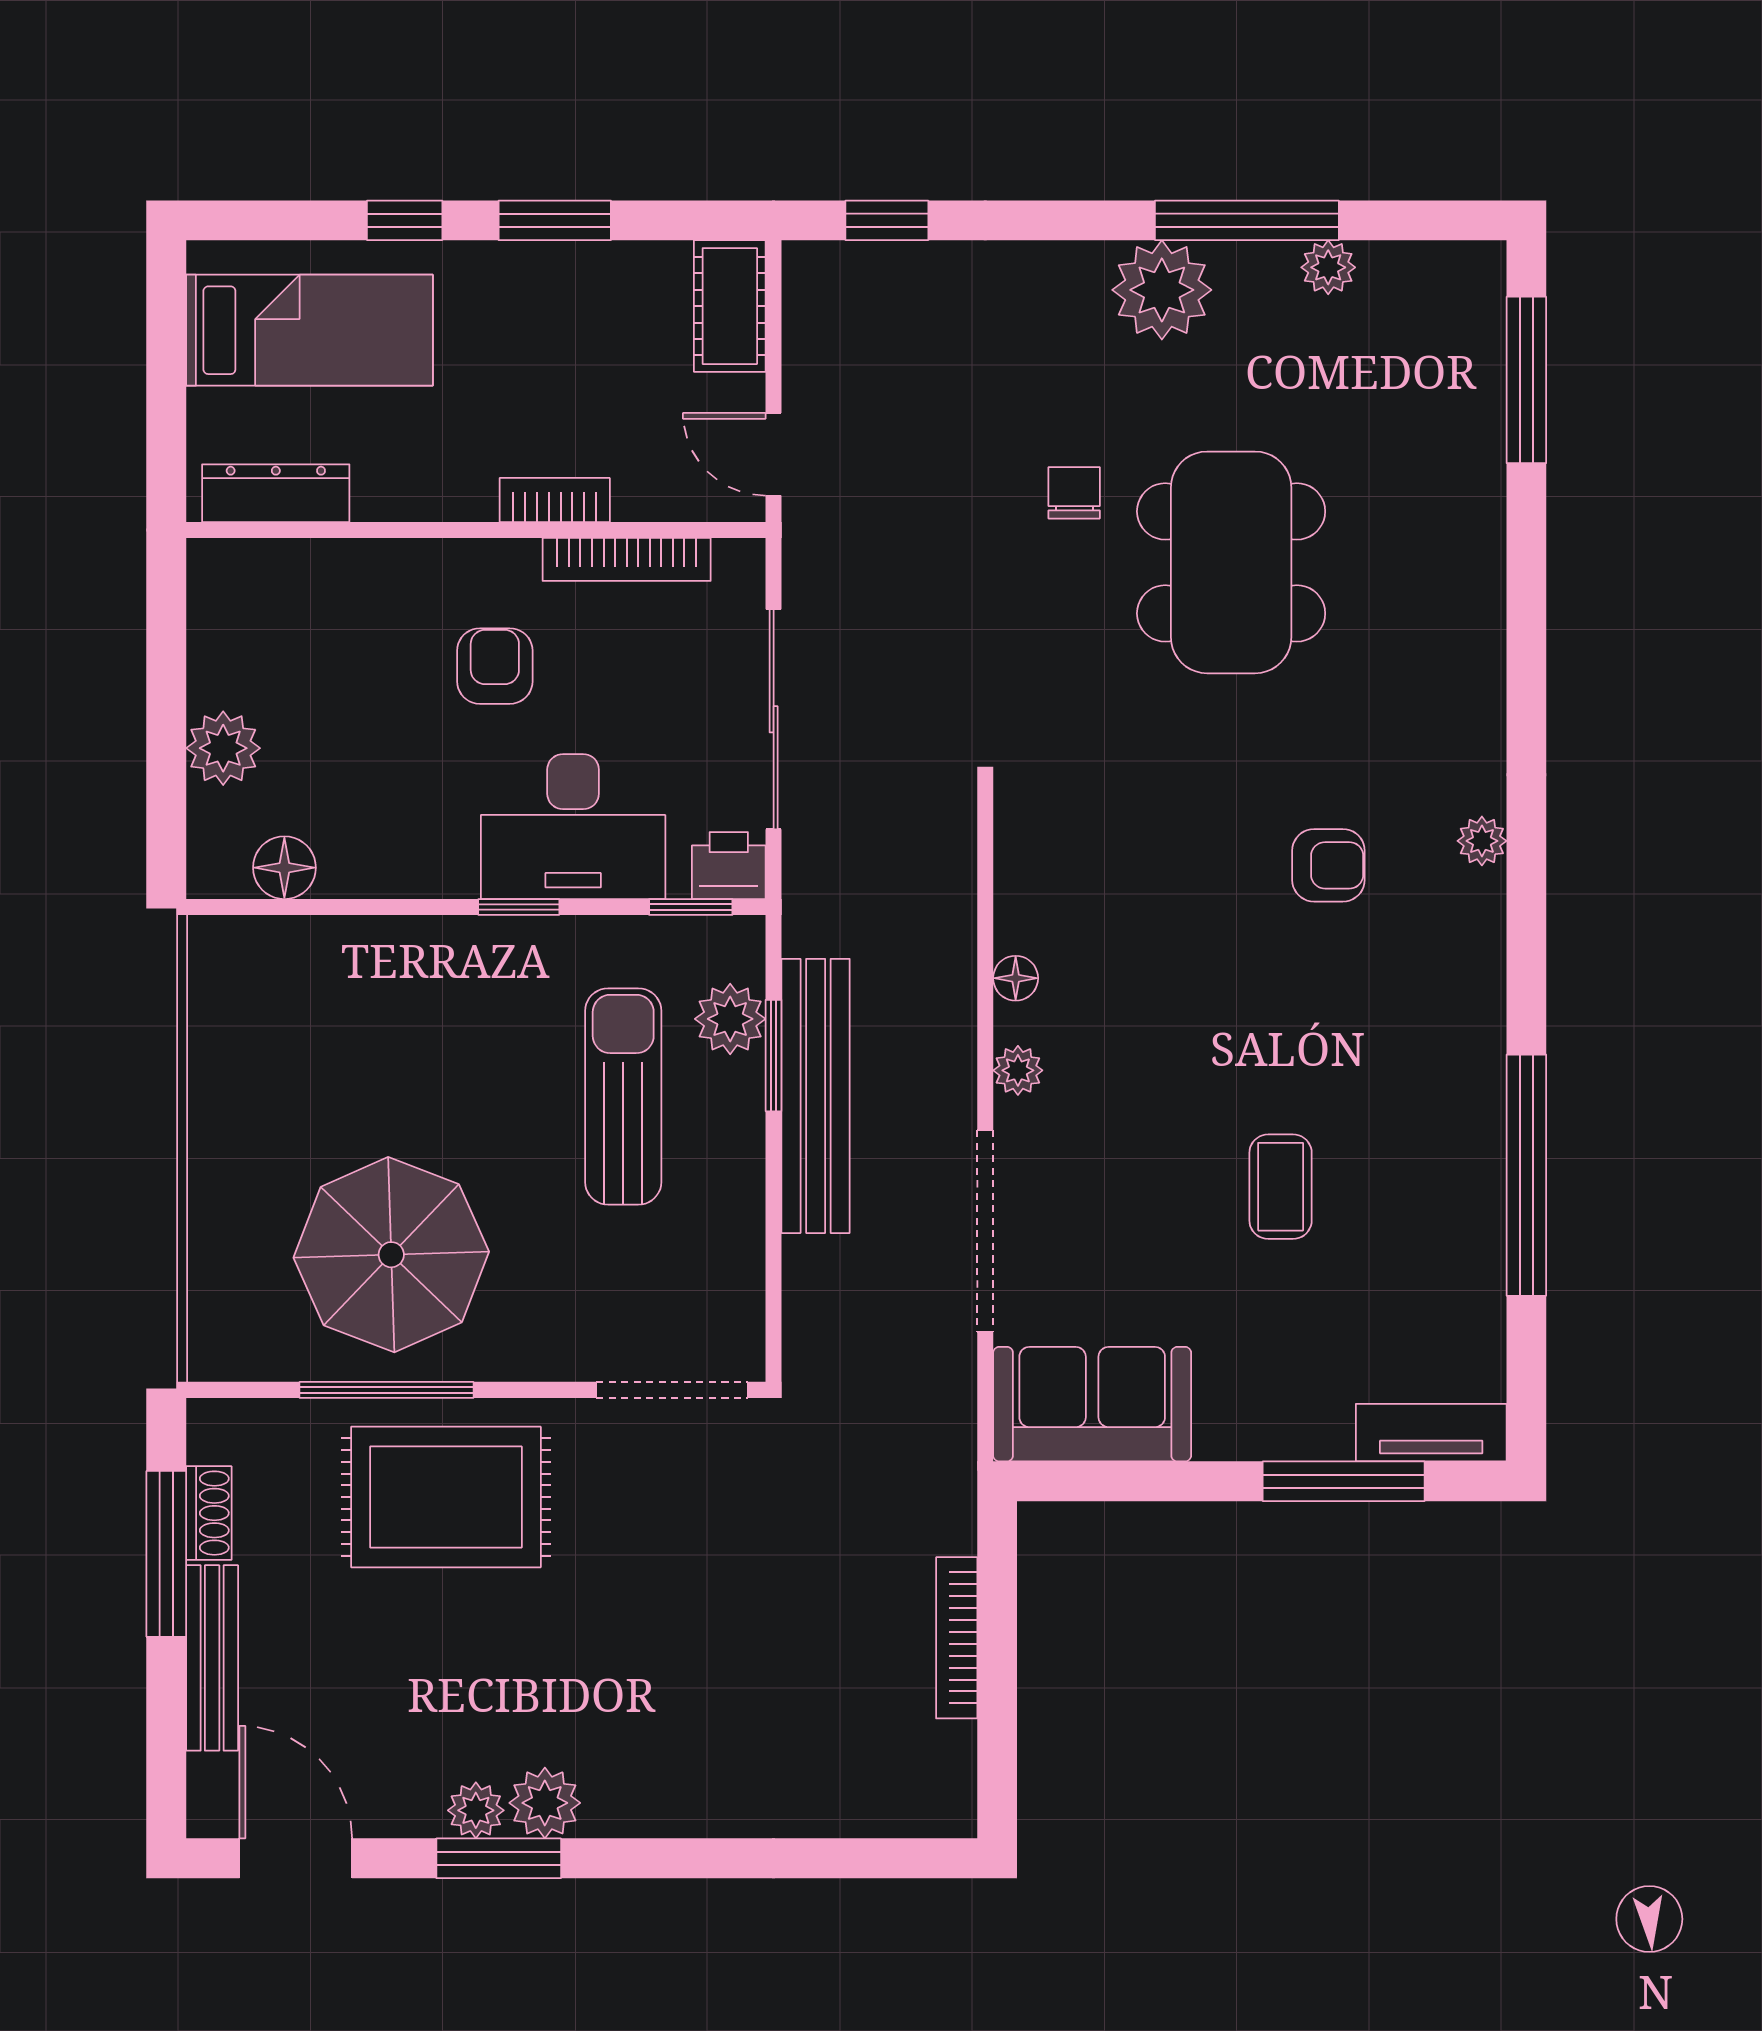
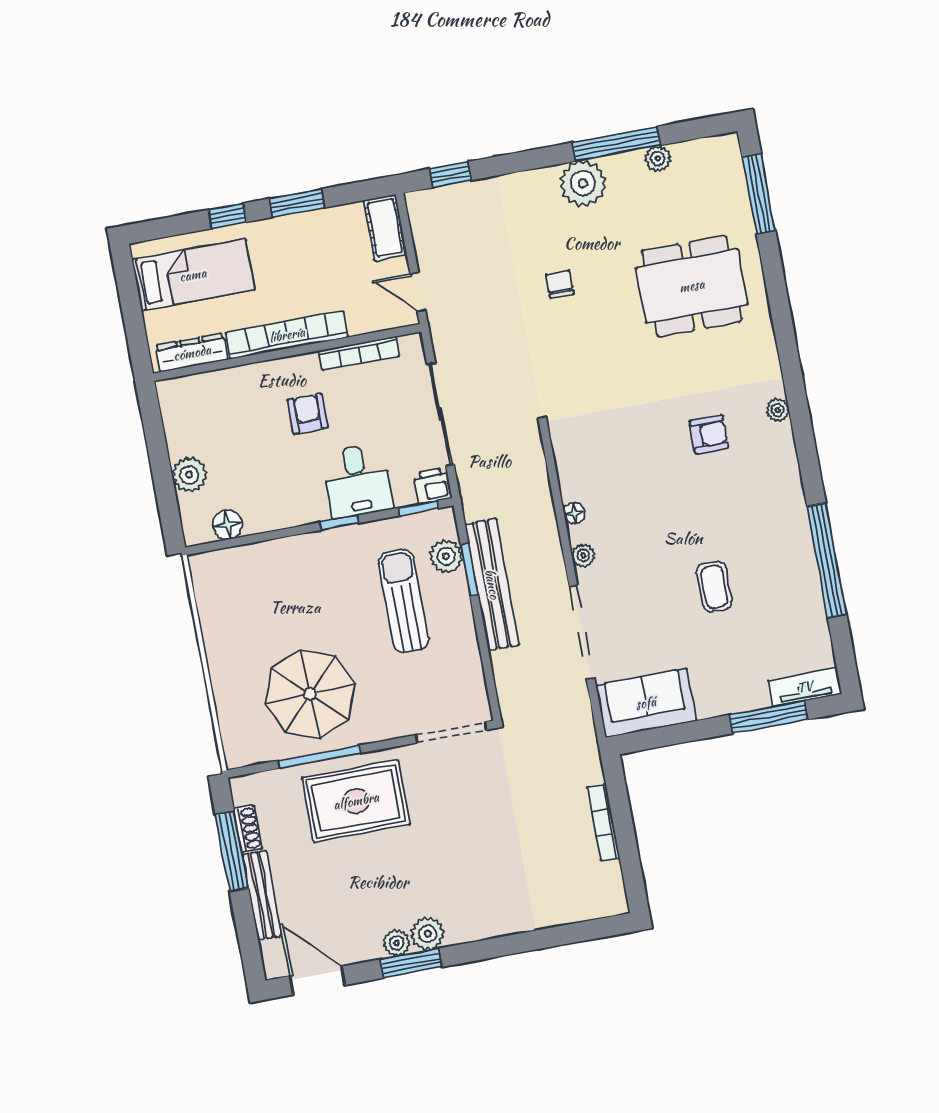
bookcase: (555, 500) -> (287, 335), width x2.31, depth x1.31
dining table: (1231, 562) -> (692, 286), moved, turned 90
desk: (573, 827) -> (357, 481), width x0.73

